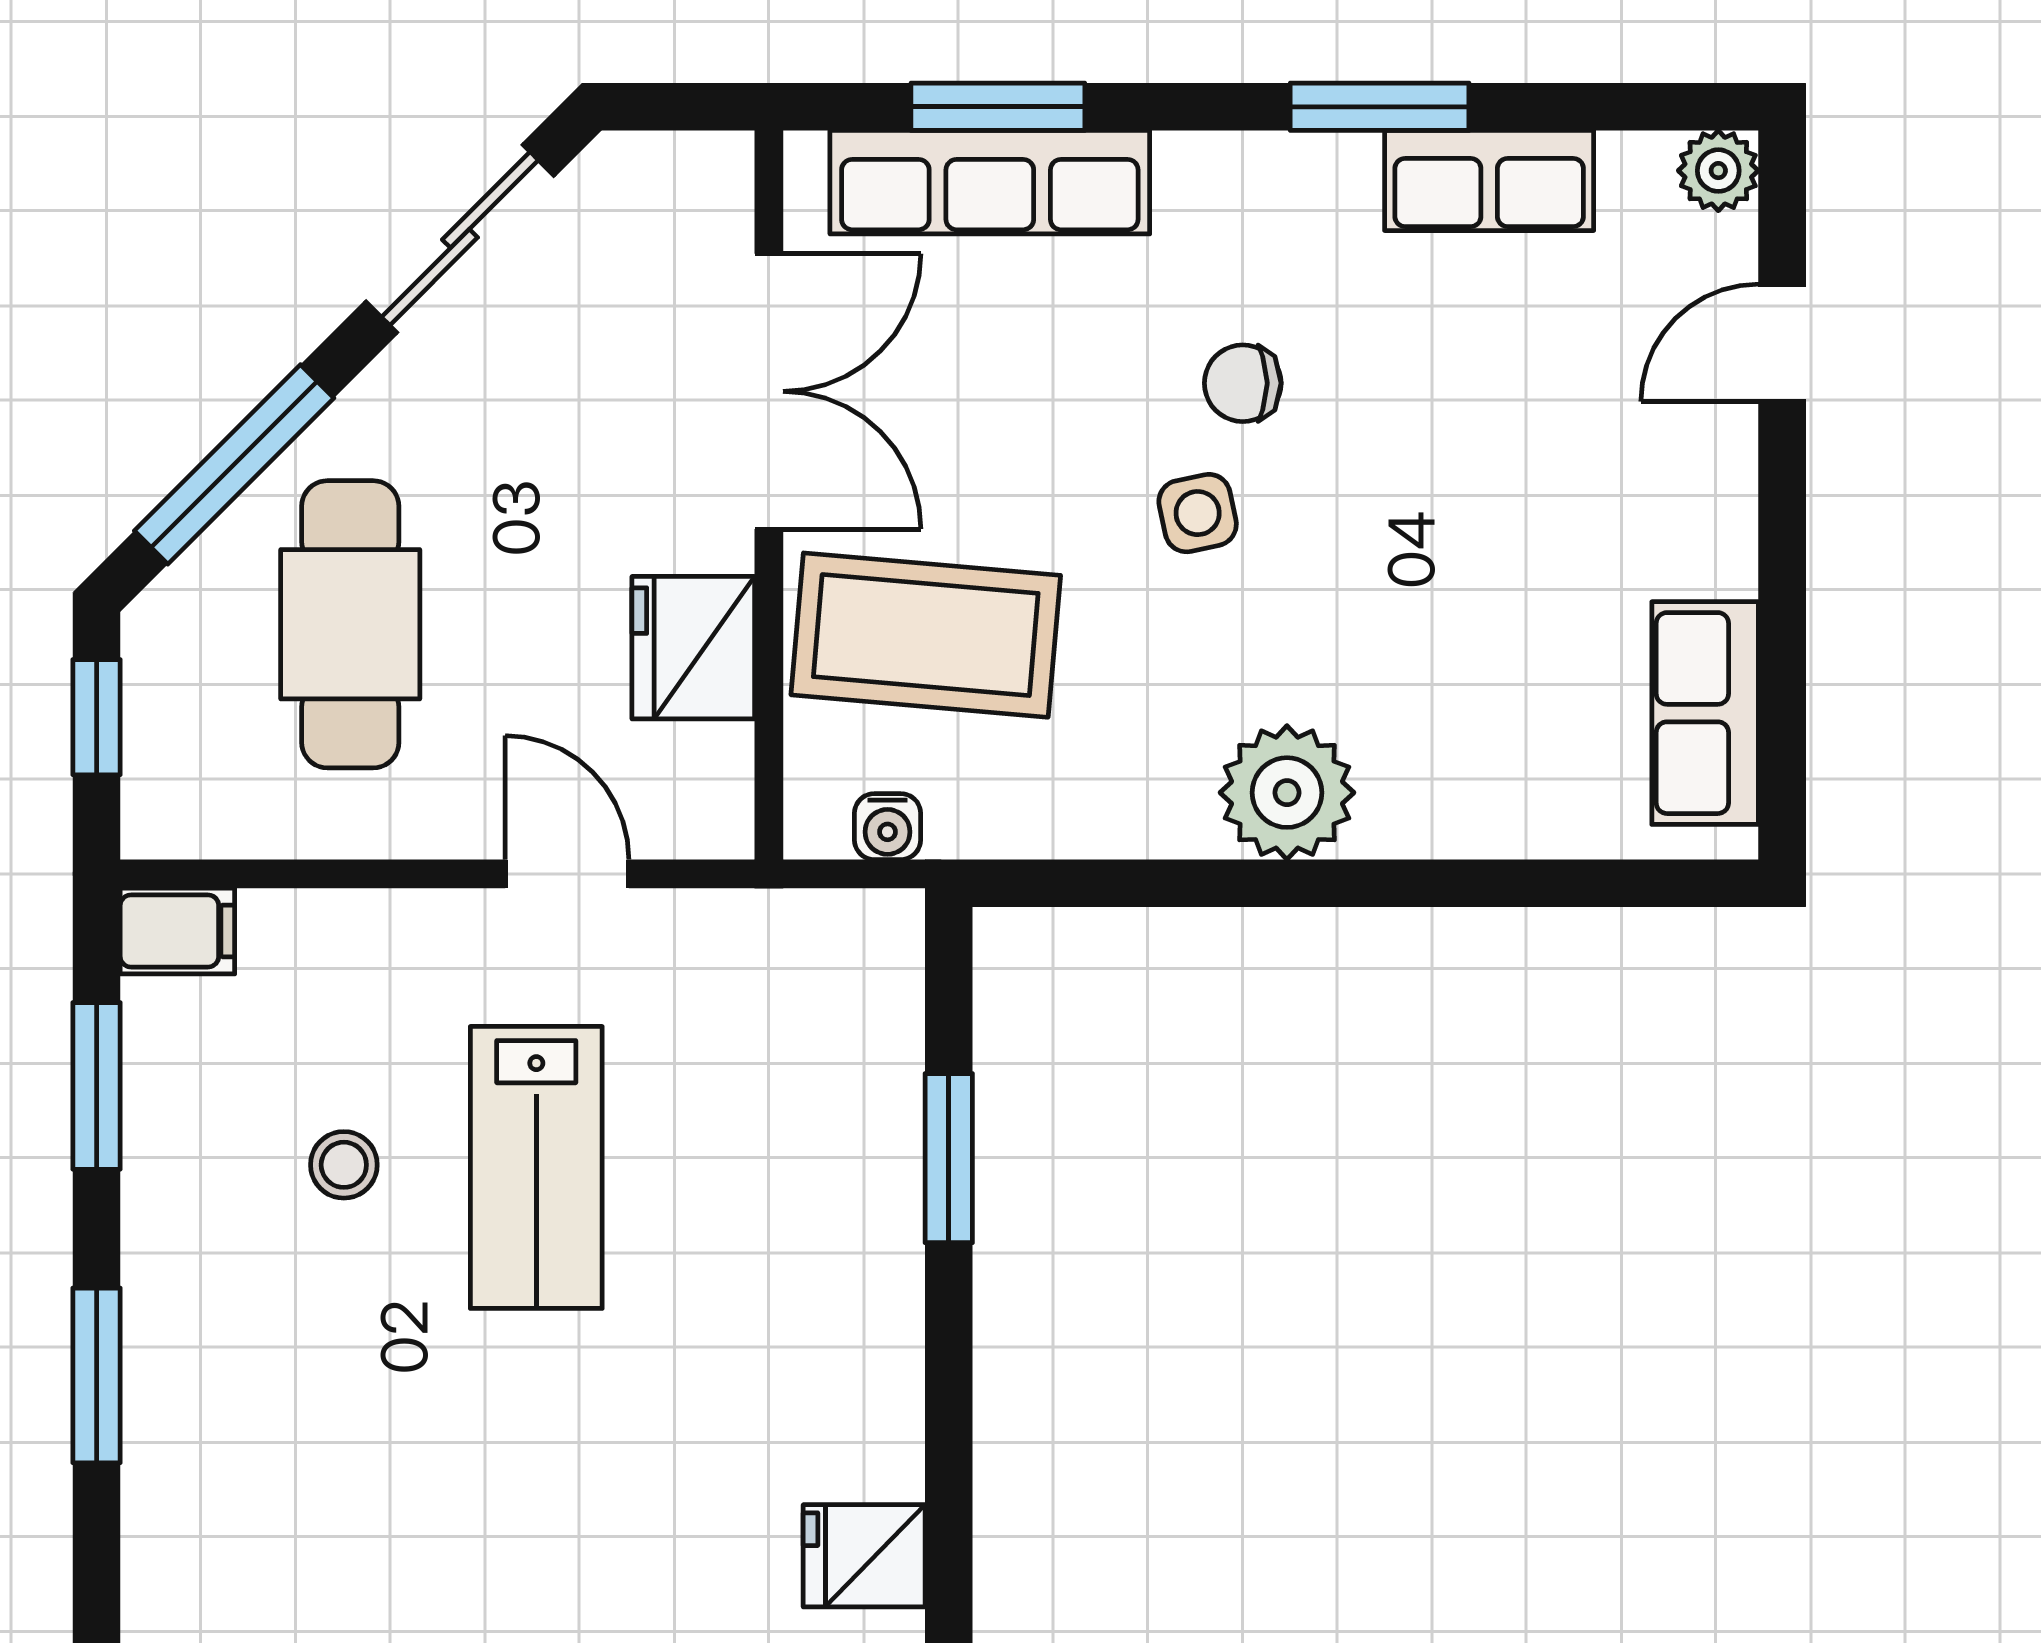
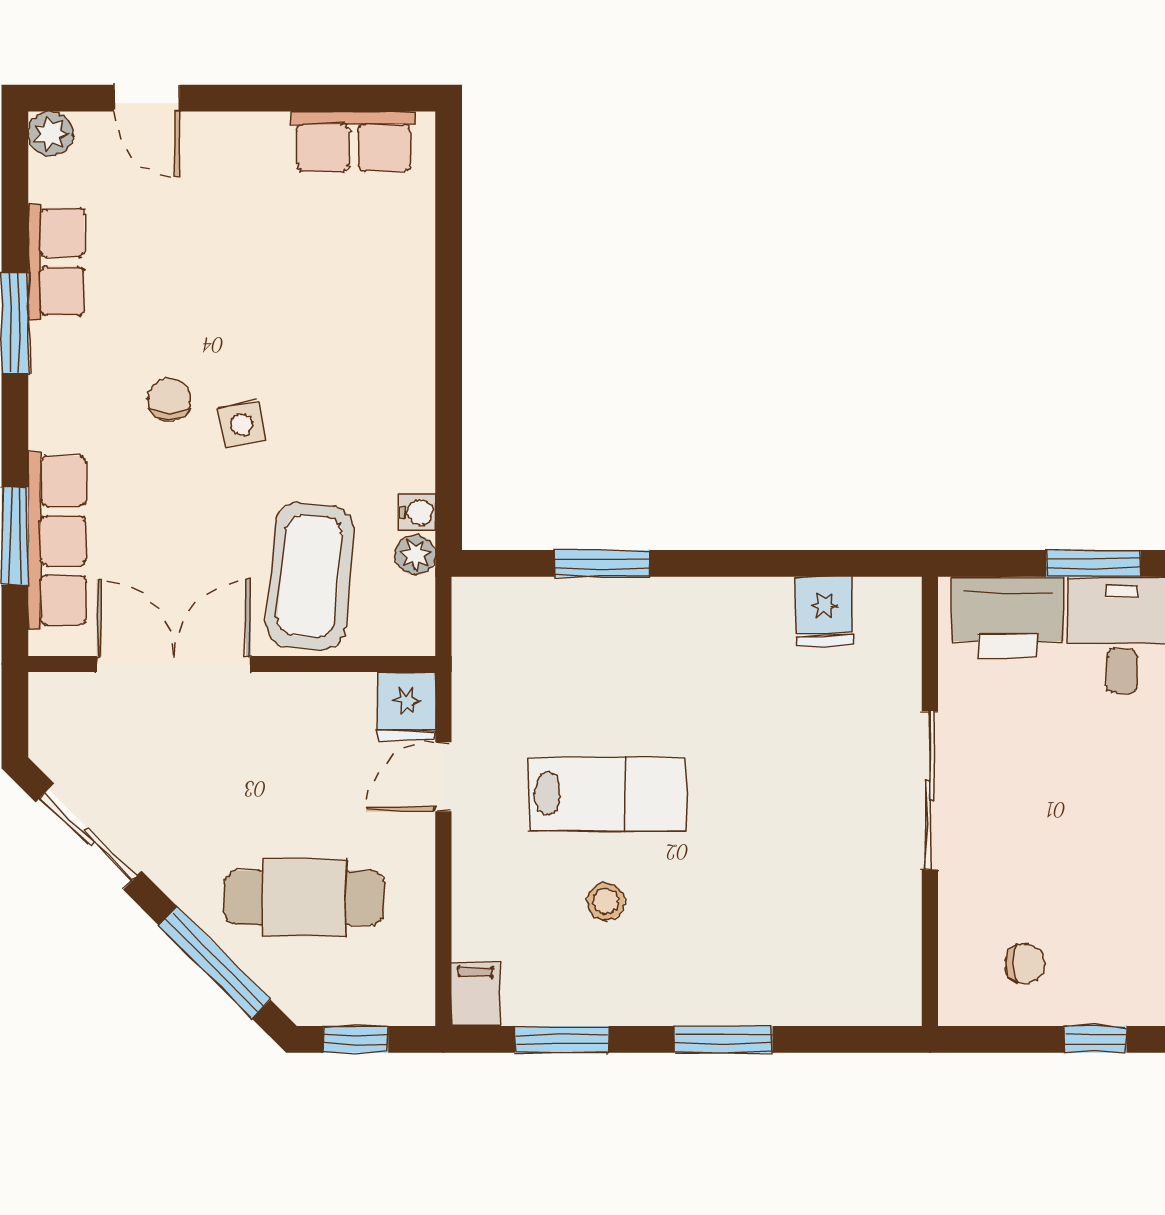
chair: (1243, 383) -> (169, 399), turned 180
fridge: (693, 648) -> (407, 706), moved, width x0.72
plant: (1287, 793) -> (415, 555), moved, width x0.53, depth x0.53
water cooler: (888, 827) -> (417, 512), moved

